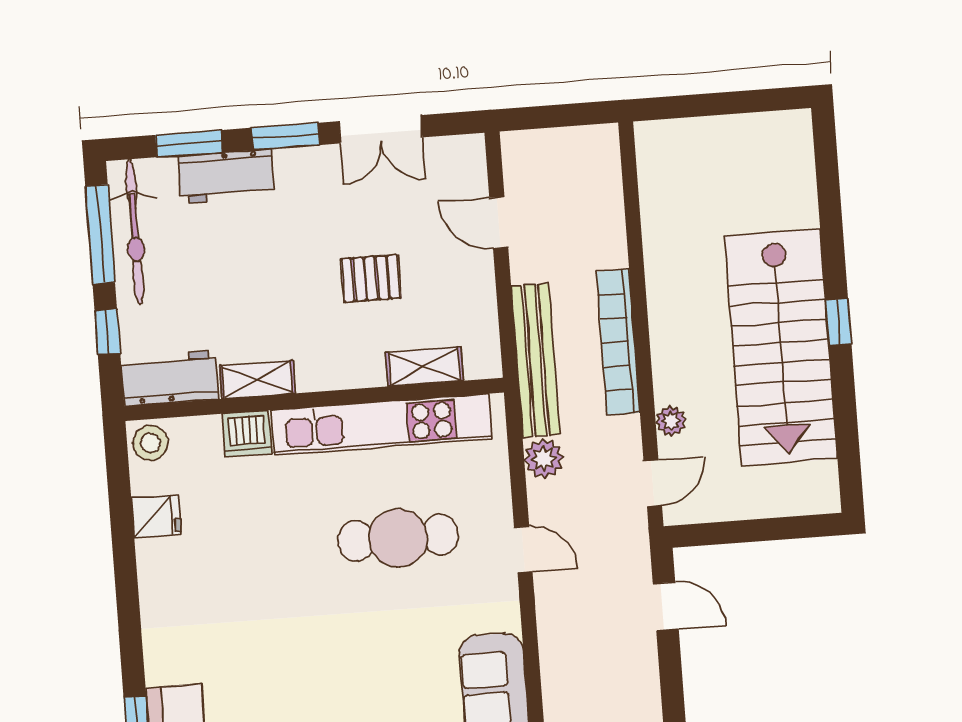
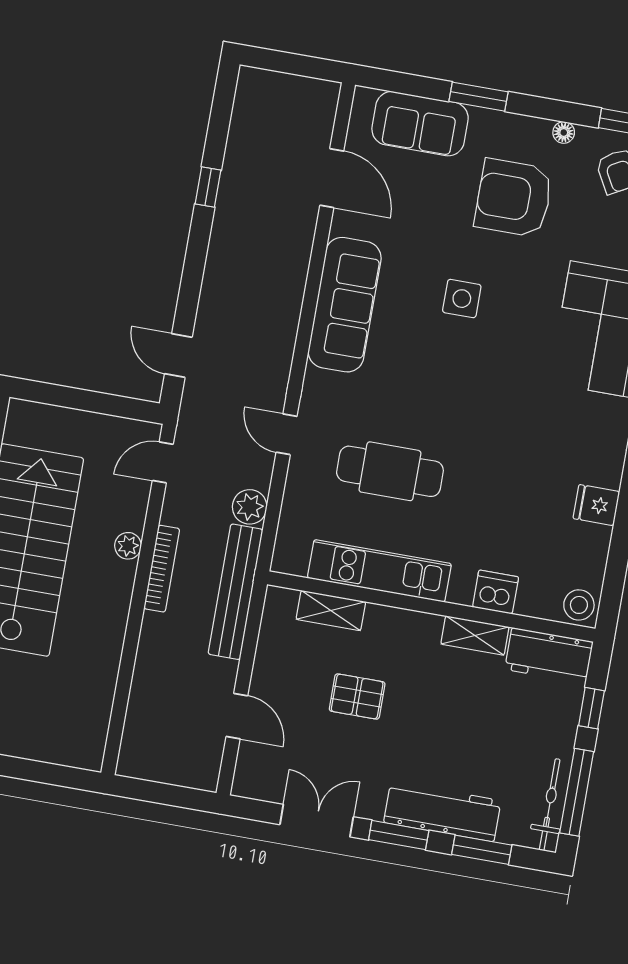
workbench: (226, 176) -> (442, 812), width x1.38
bicycle: (135, 232) -> (550, 805), width x0.73, depth x0.71
bookcase: (618, 342) -> (162, 569), width x0.68, depth x0.76
plant: (671, 421) -> (128, 546), moved
kitchen unit: (382, 424) -> (379, 571), width x0.73
fridge: (156, 516) -> (596, 505), moved

